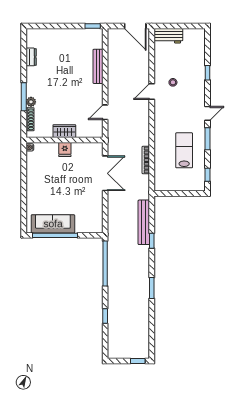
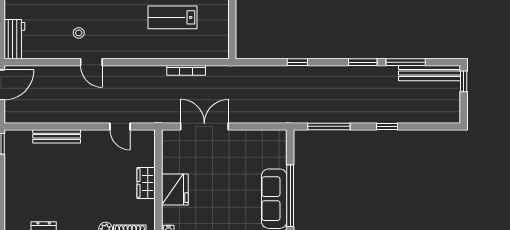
fridge: (65, 150) -> (175, 190), width x1.88, depth x1.34
bench: (144, 222) -> (430, 73), moved
window: (105, 263) -> (329, 126), width x0.68
window: (105, 316) -> (387, 126), moved
window: (152, 319) -> (406, 62), added

